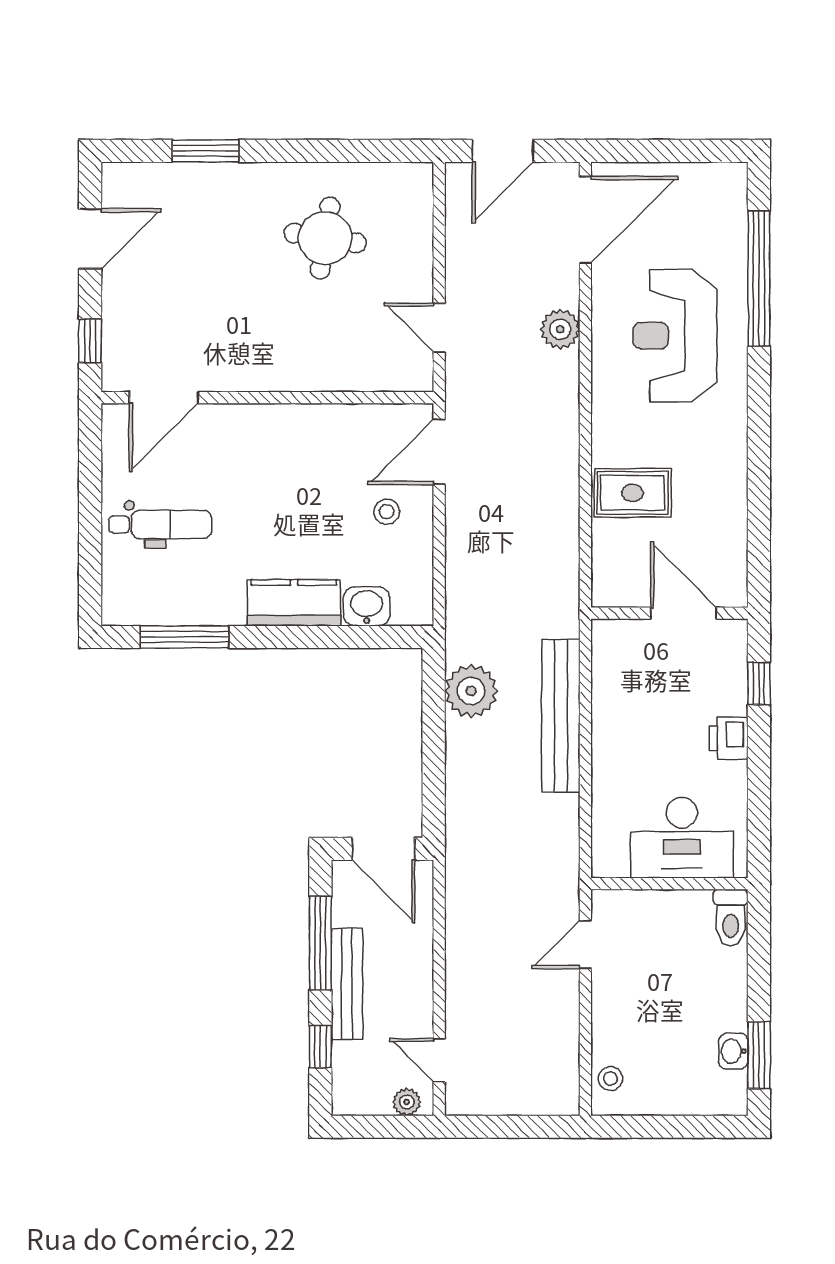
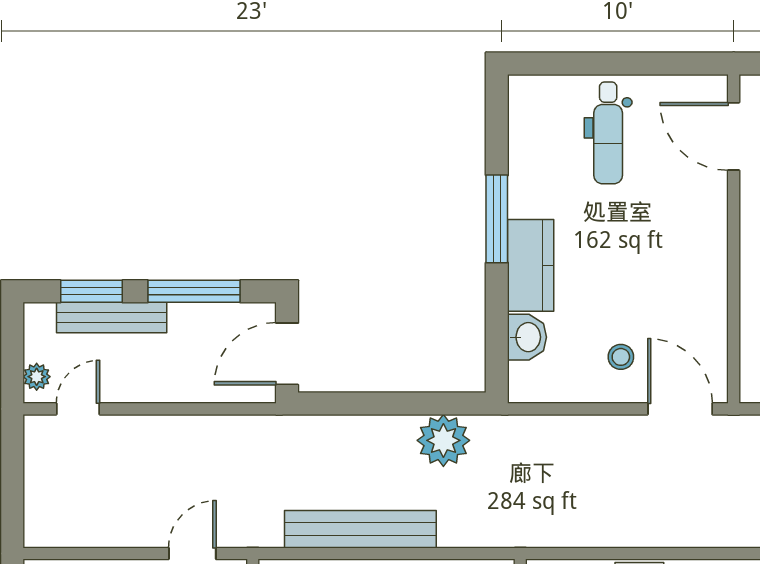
window: (185, 637) -> (497, 219), moved
bench: (561, 716) -> (360, 529), moved
door: (585, 945) -> (192, 554), hinge flipped
bench: (347, 984) -> (112, 318), moved
window: (320, 1047) -> (92, 291), width x1.50

